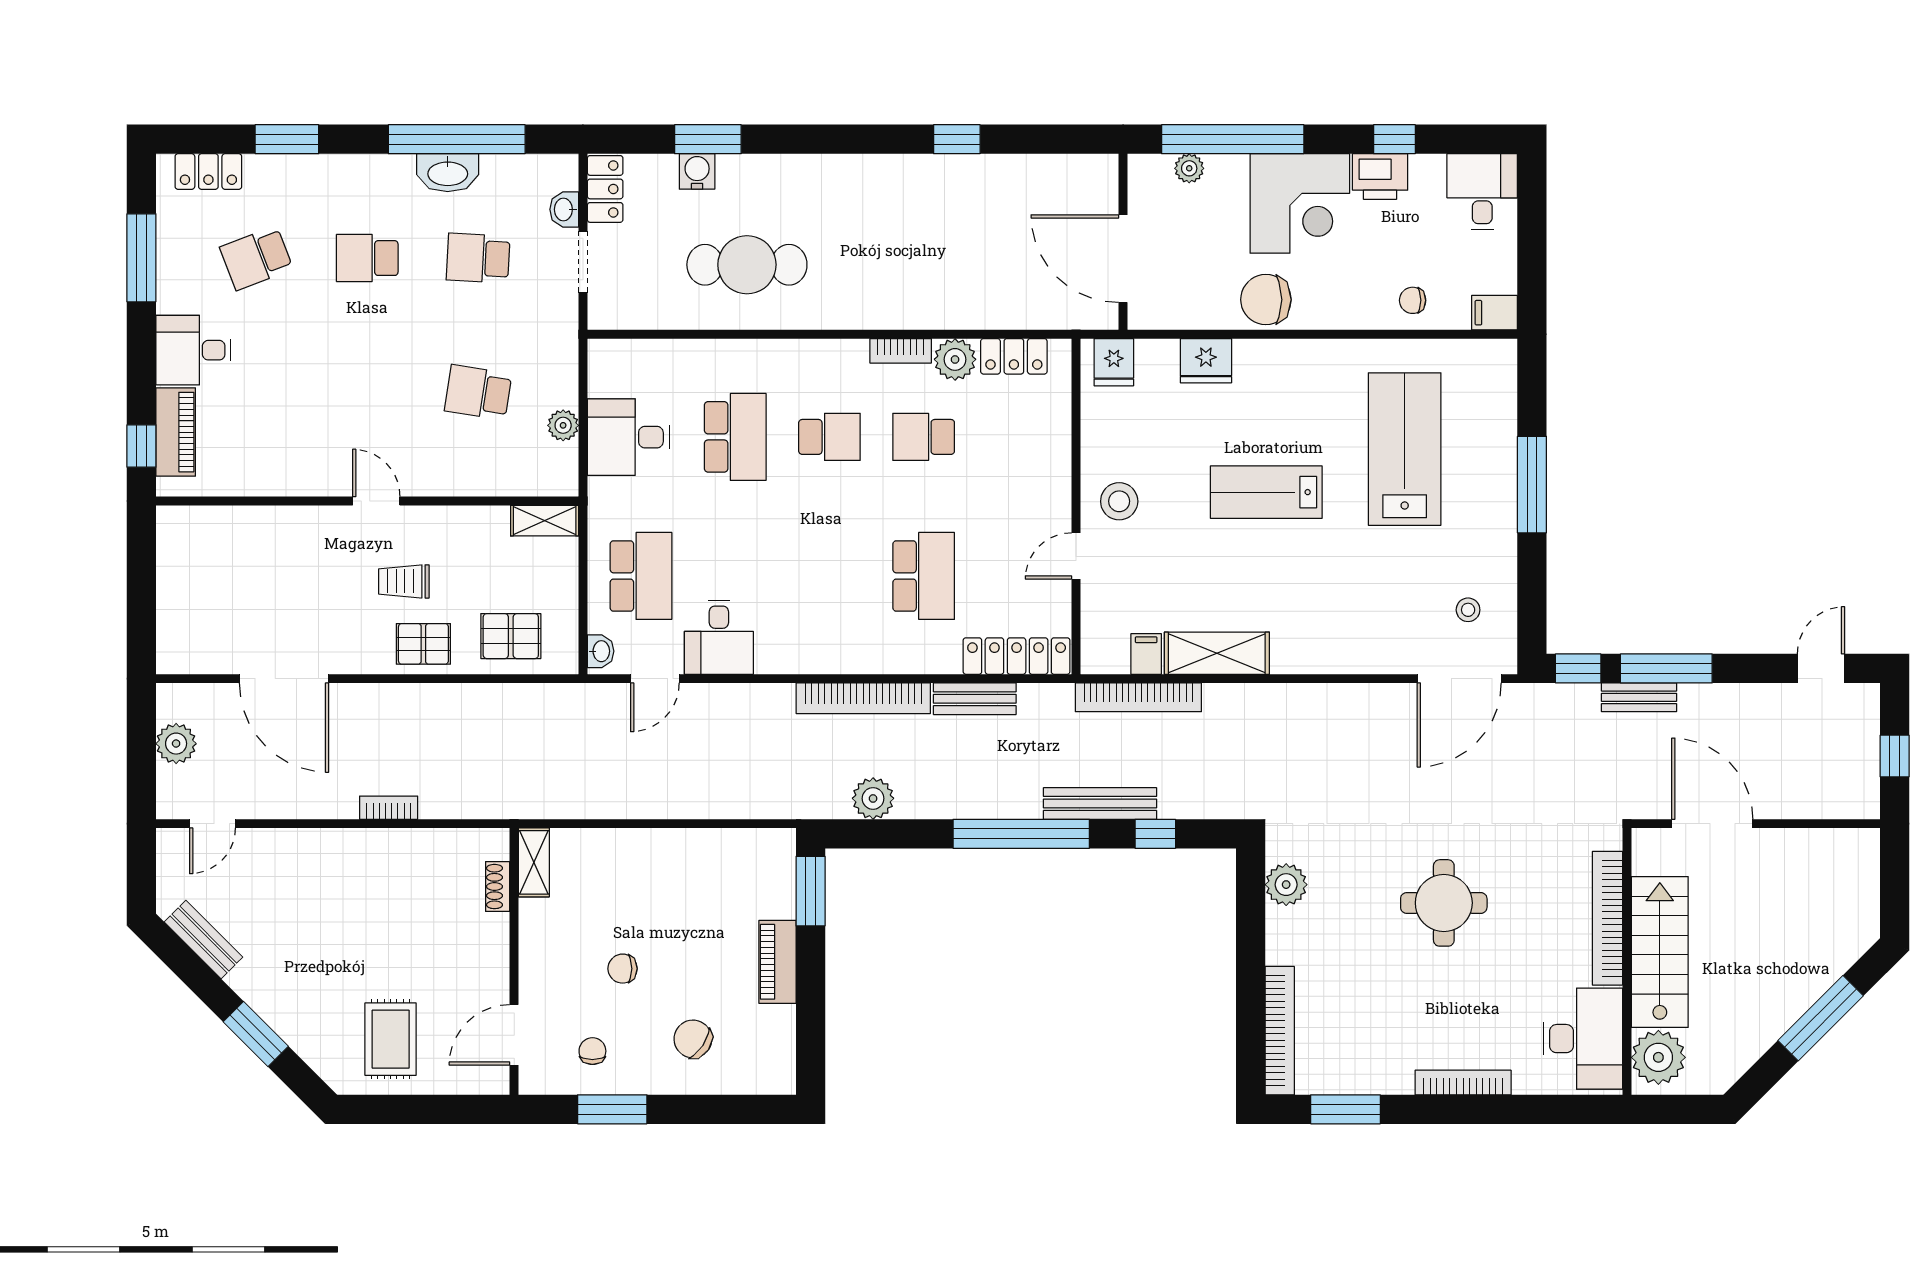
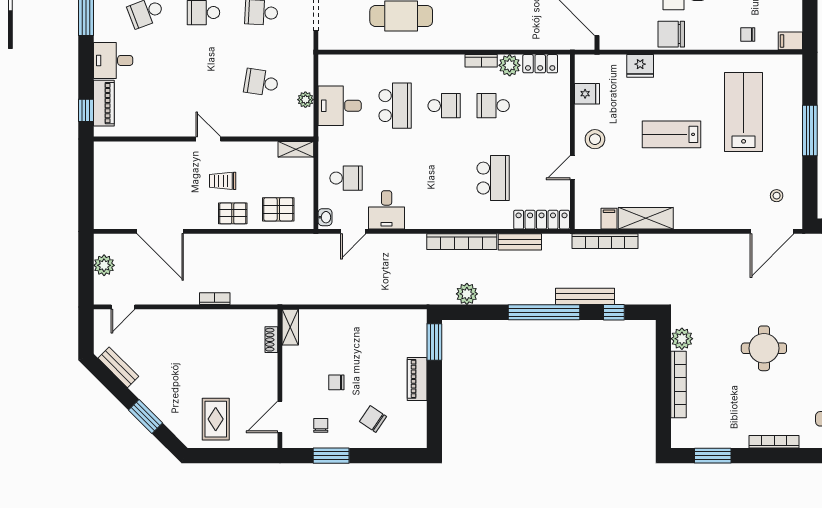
fridge: (1114, 362) -> (587, 94), moved, turned -90
school desk: (641, 576) -> (346, 178), width x0.54
bookcase: (1280, 1031) -> (679, 385), moved

